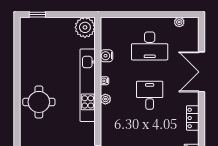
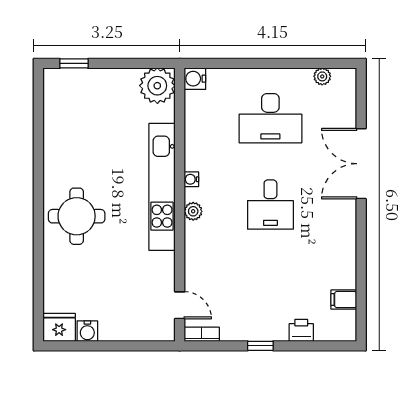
water cooler: (106, 56) -> (195, 79), moved
desk: (150, 95) -> (270, 205), turned 180
locker: (193, 118) -> (346, 244), removed

